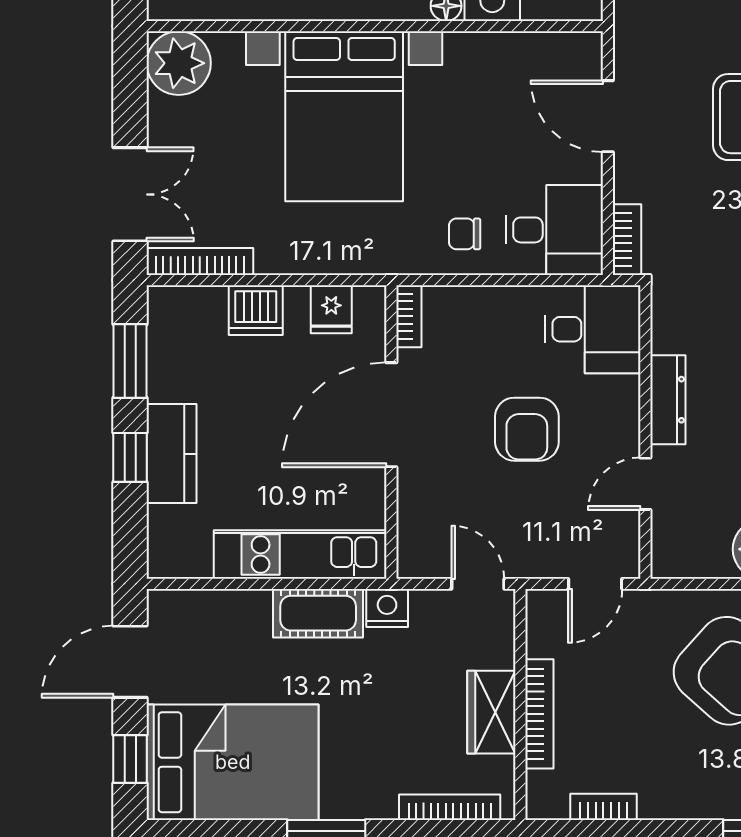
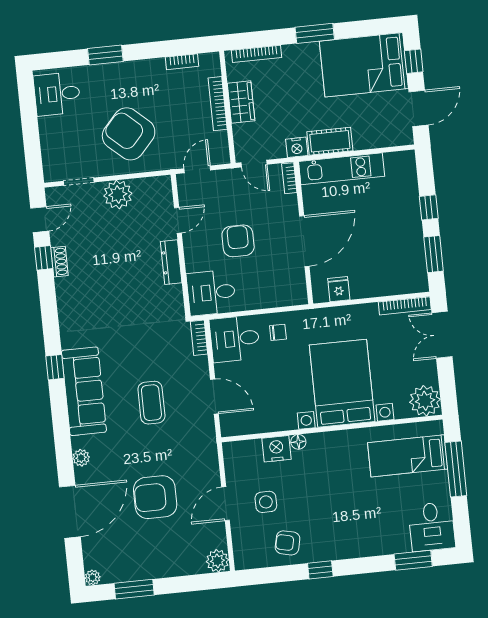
dishwasher: (256, 310) -> (375, 285), removed
bookcase: (409, 316) -> (289, 178), moved
kitchen counter: (172, 454) -> (409, 211), removed

